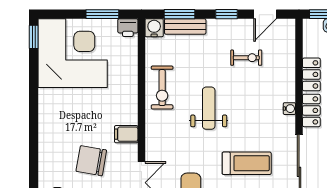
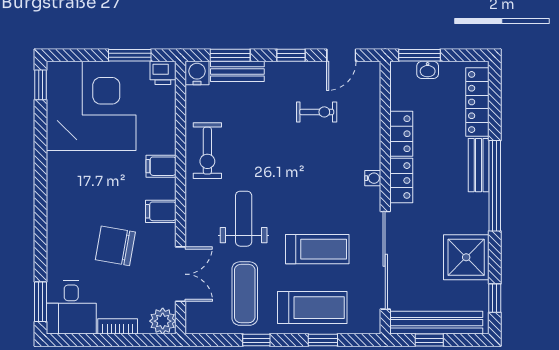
filing cabinet: (126, 99) -> (161, 166), added
weight bench: (209, 108) -> (244, 219), moved

